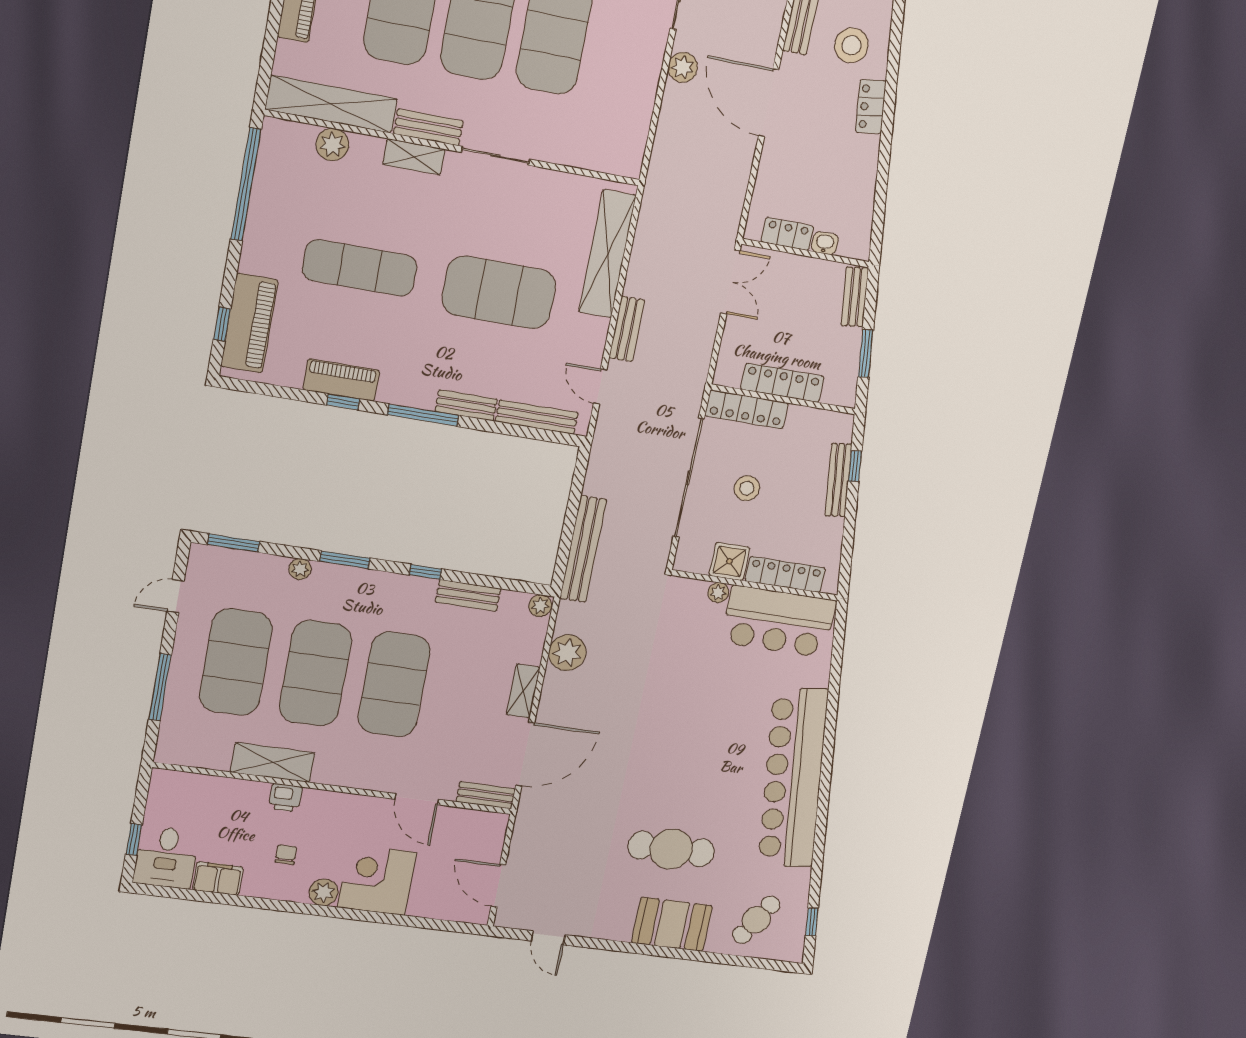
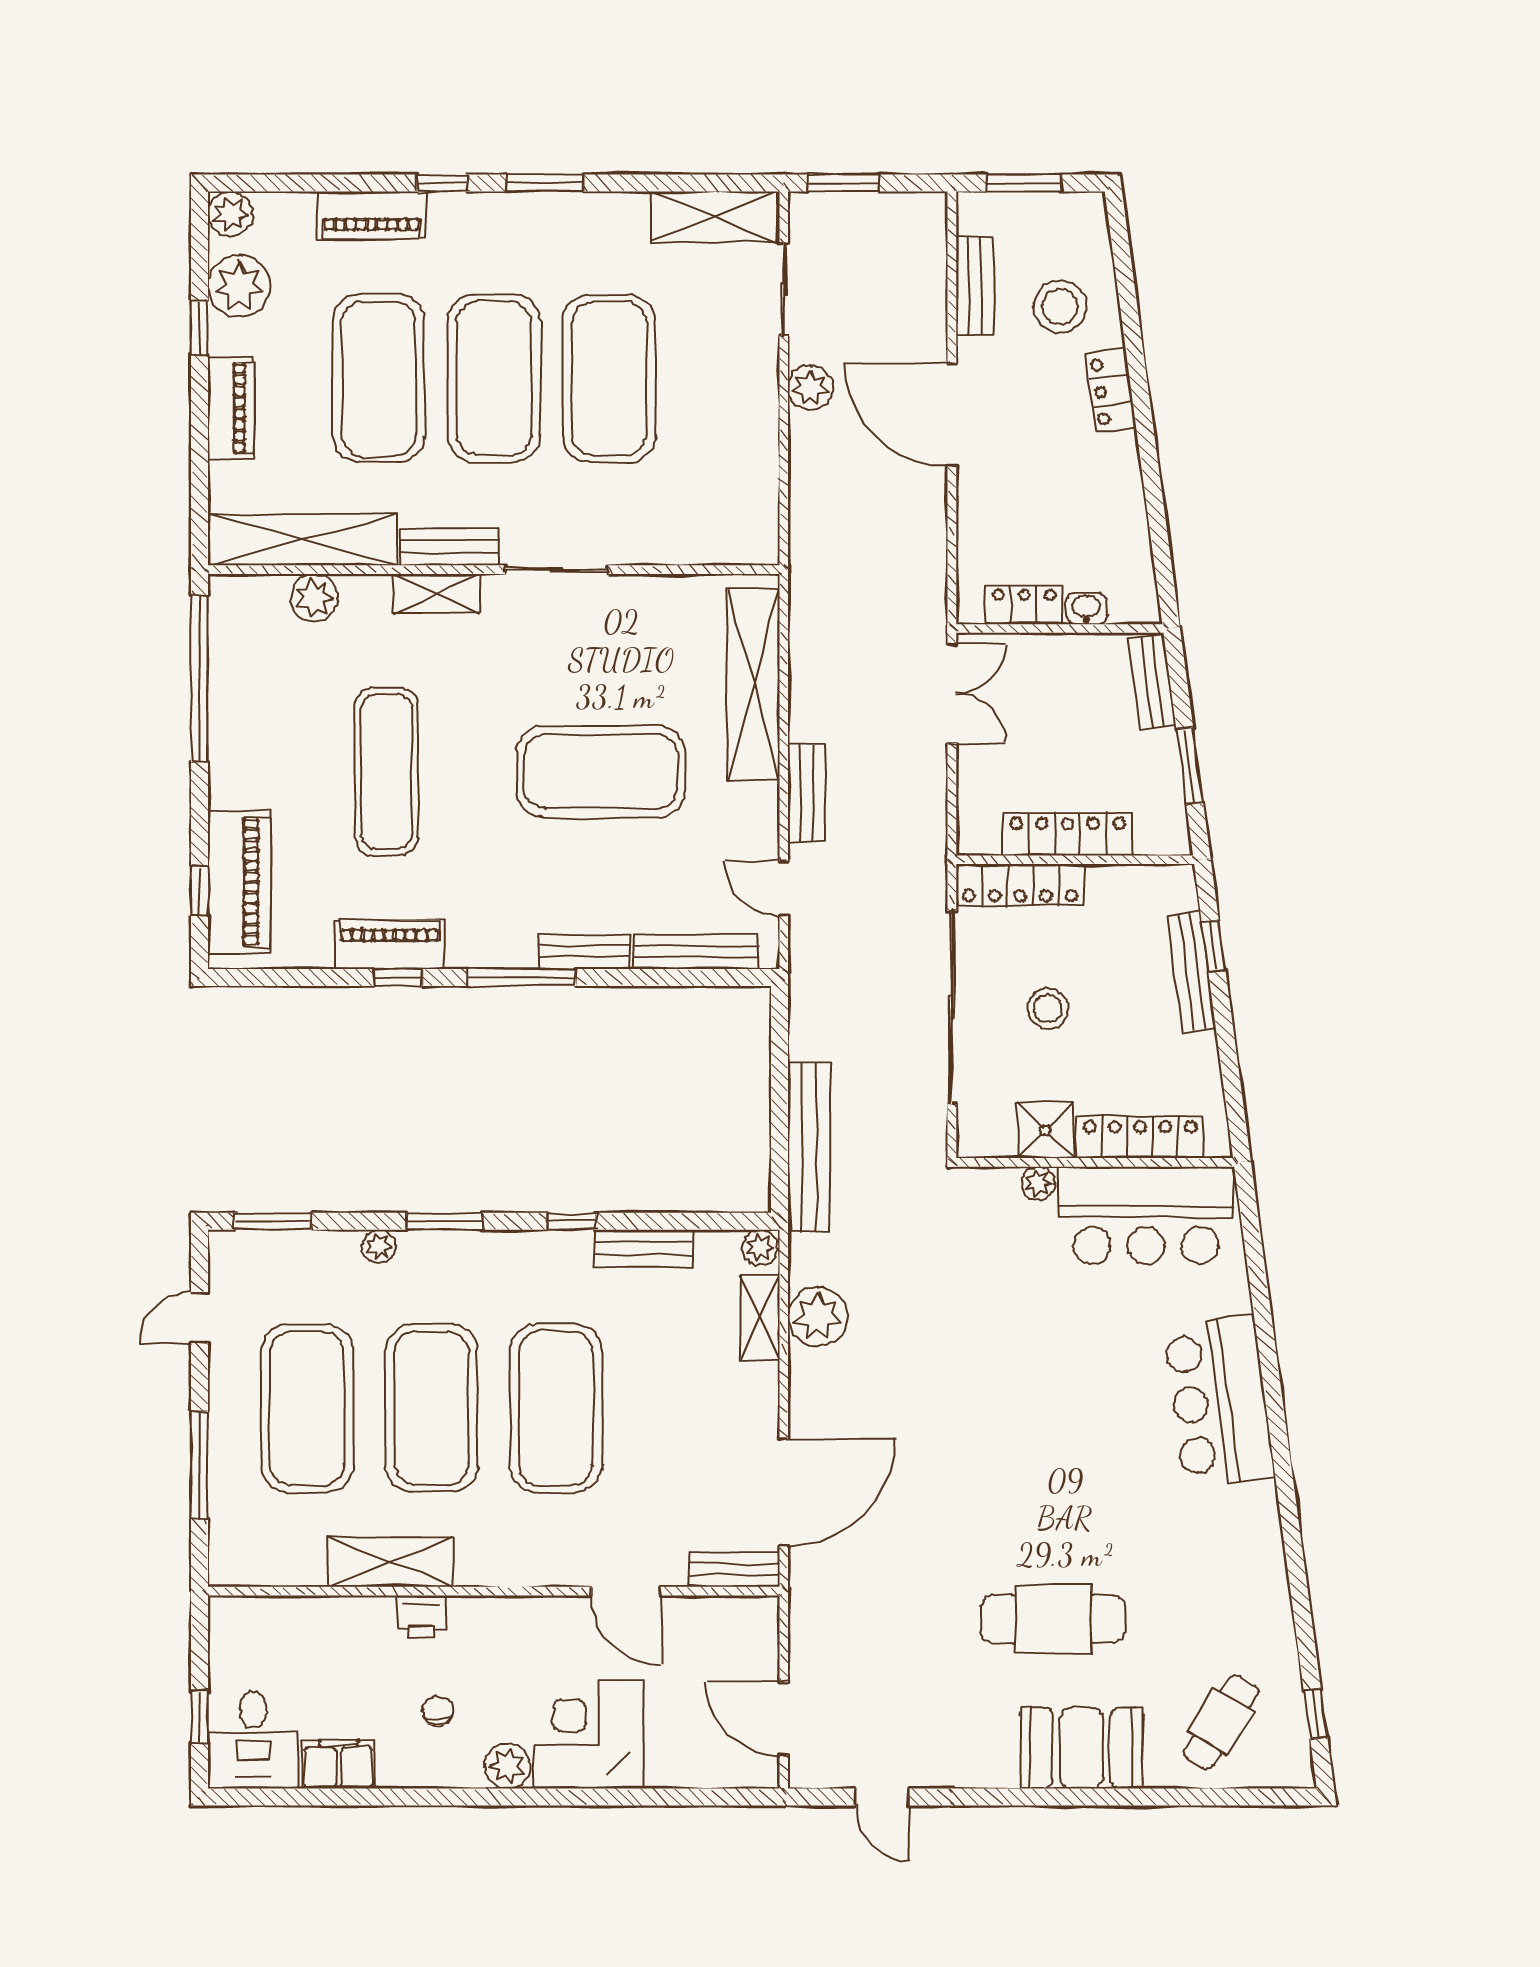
exercise mat: (360, 268) -> (387, 771), turned 90
shelving: (523, 691) -> (760, 1318), moved
bar counter: (793, 778) -> (1219, 1401), width x0.54

